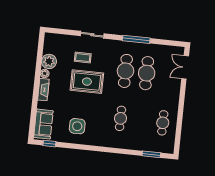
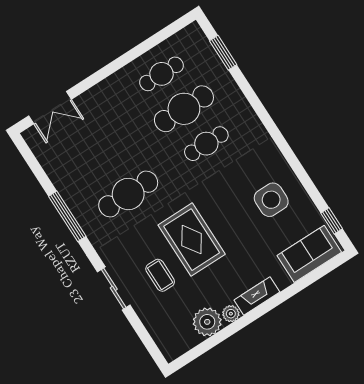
cafe table: (147, 73) -> (184, 109), moved

